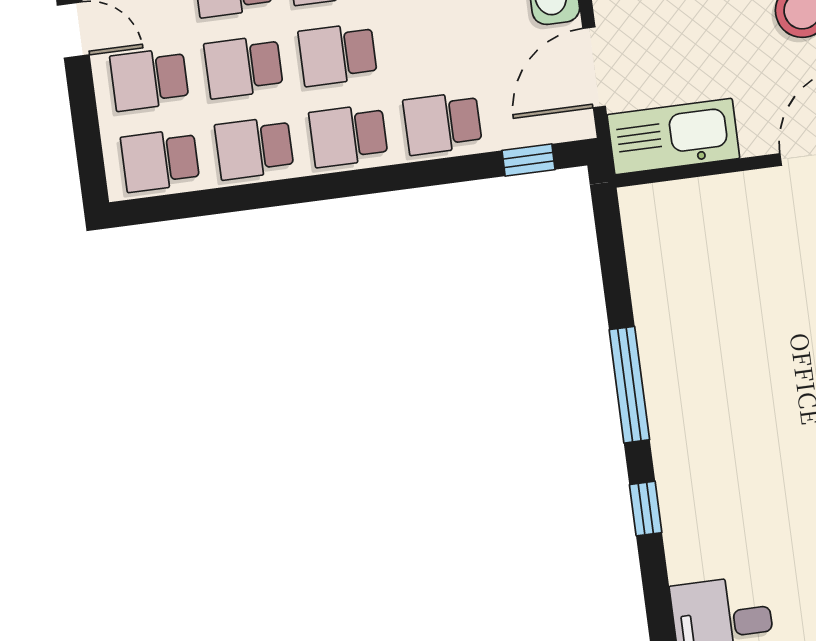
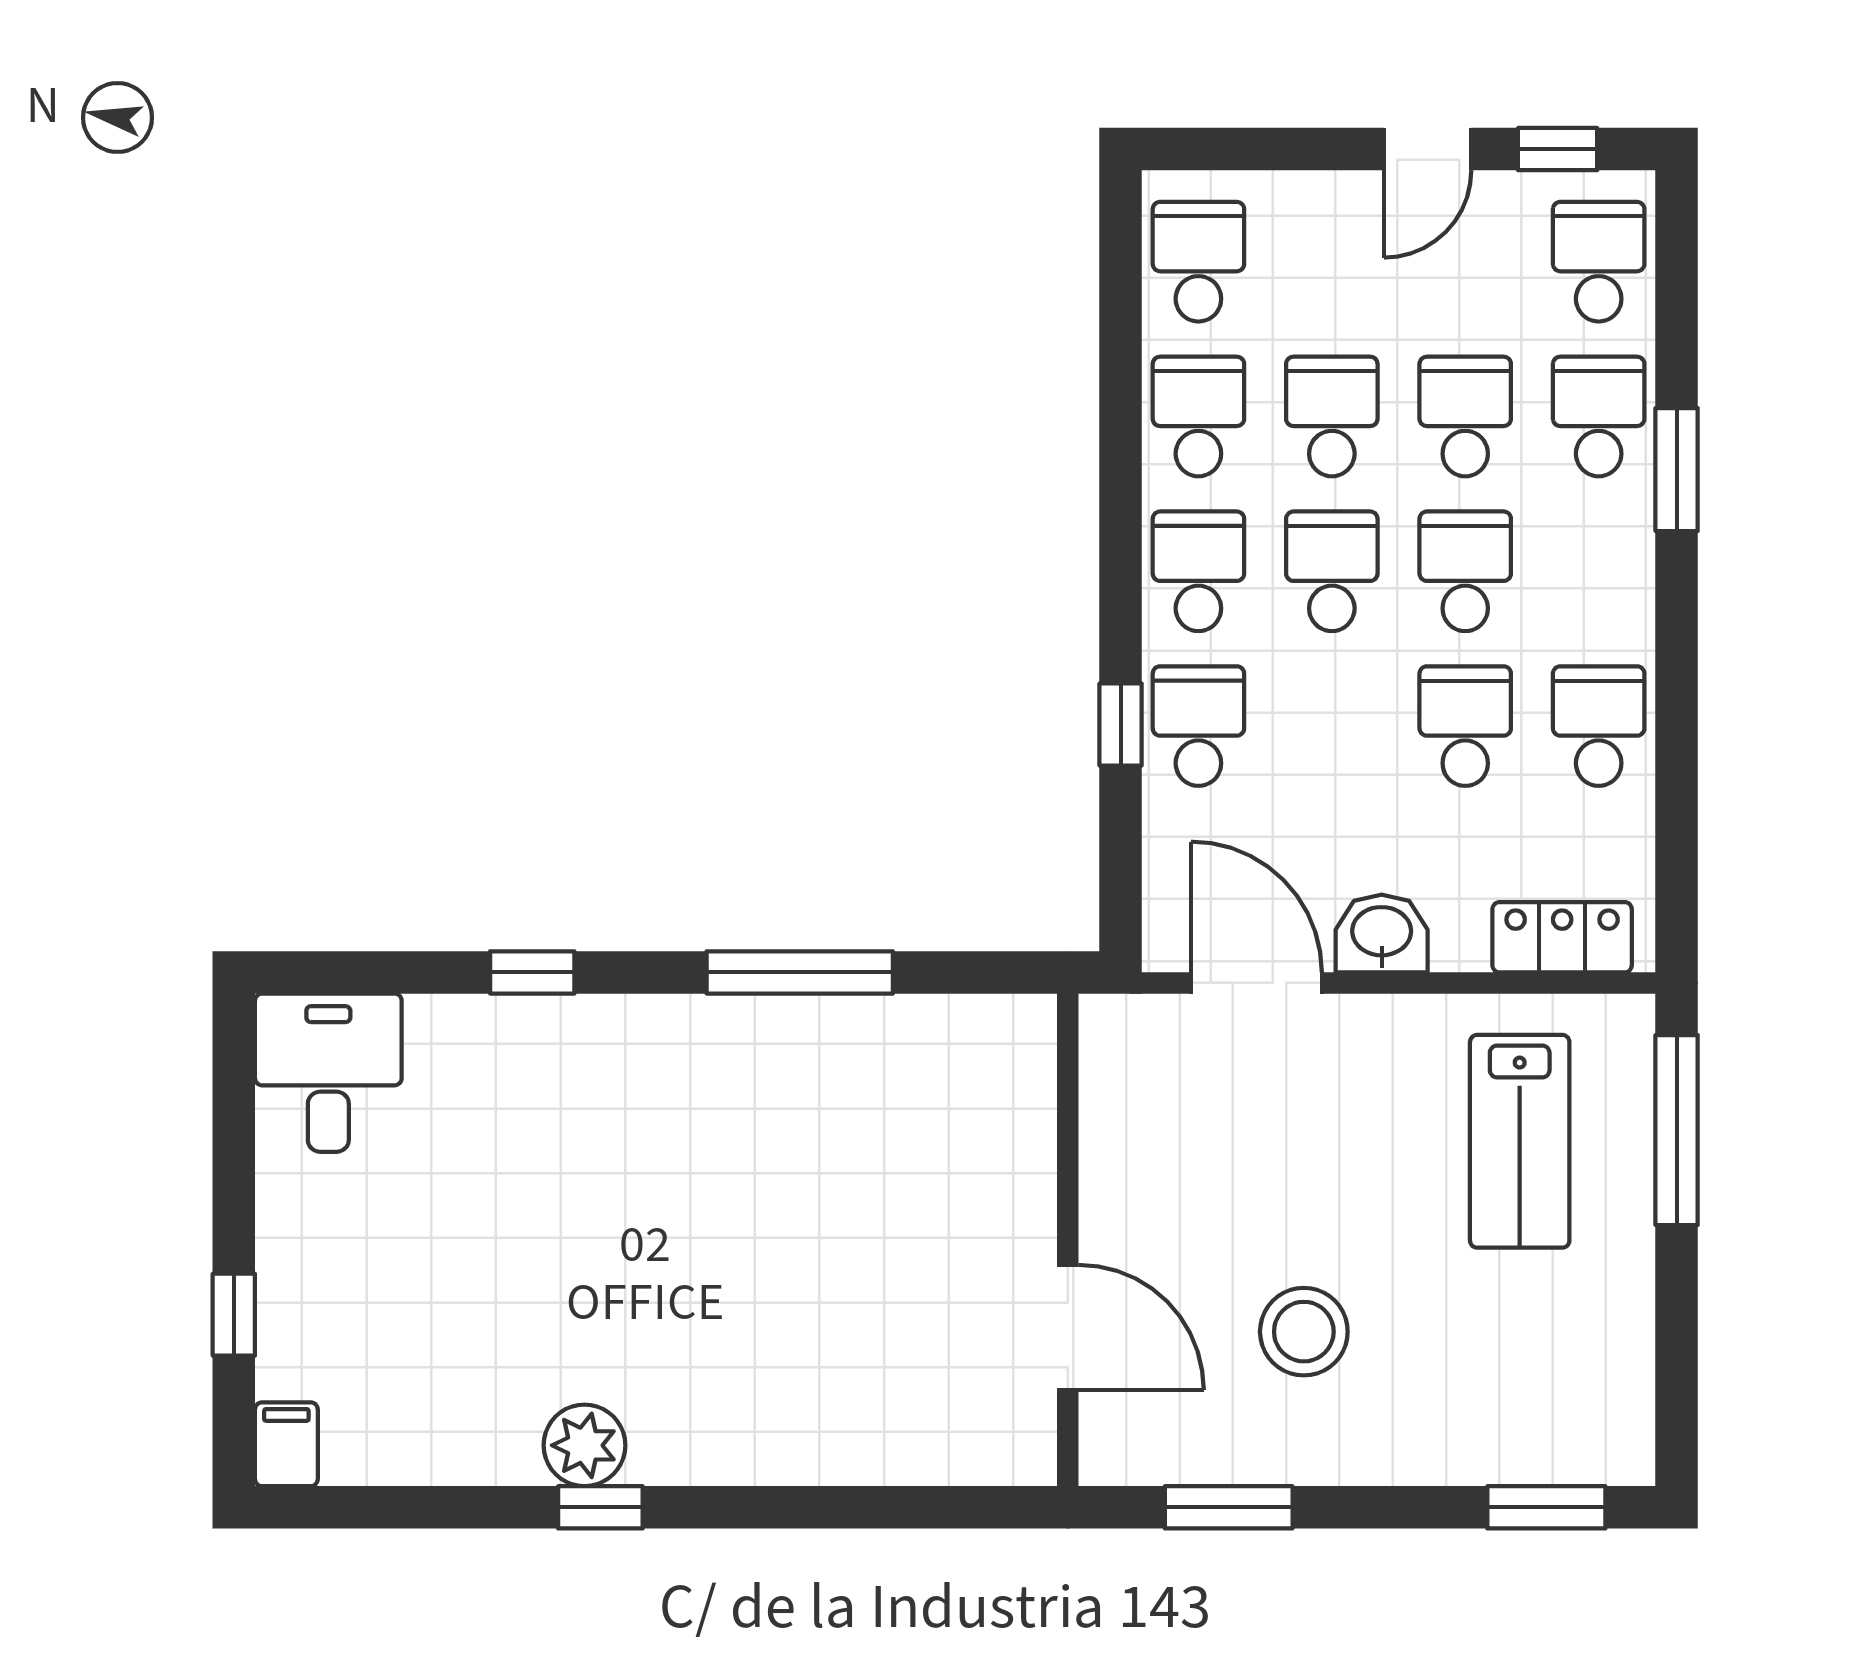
school desk: (149, 79) -> (1332, 262), removed
kitchen sink: (673, 136) -> (1128, 1096), removed
window: (528, 160) -> (1121, 724), moved
window: (629, 385) -> (800, 972), moved

